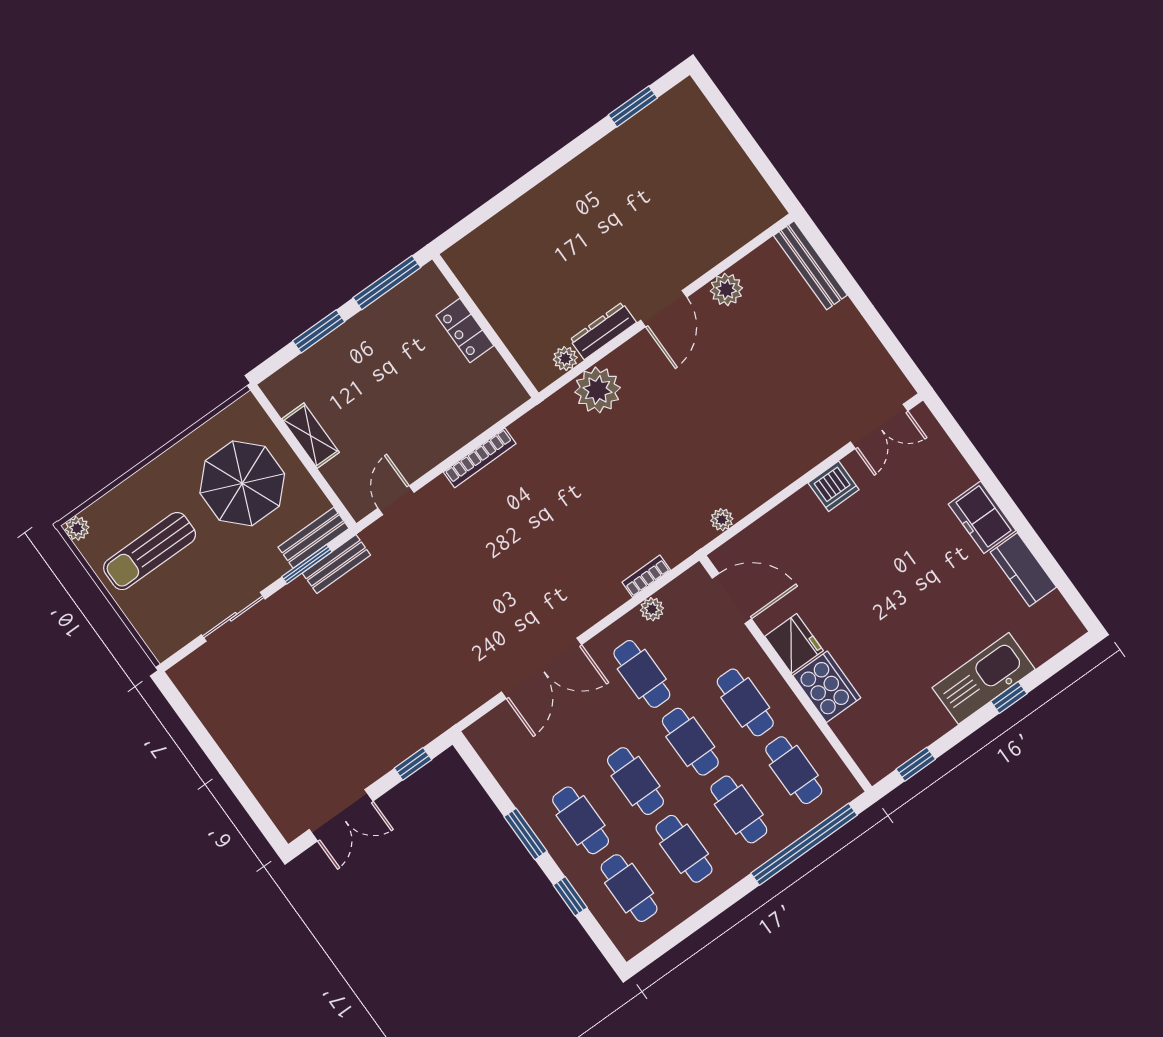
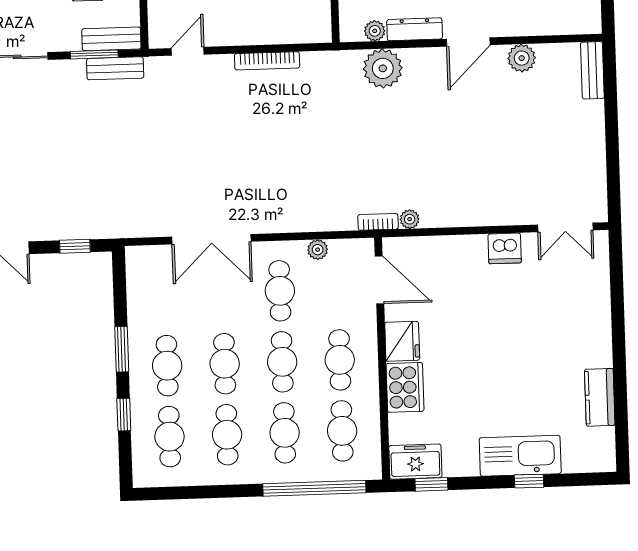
bench: (810, 265) -> (592, 70), width x0.73
freezer: (982, 517) -> (415, 462), moved, turned 90
bookcase: (646, 576) -> (378, 222), moved

